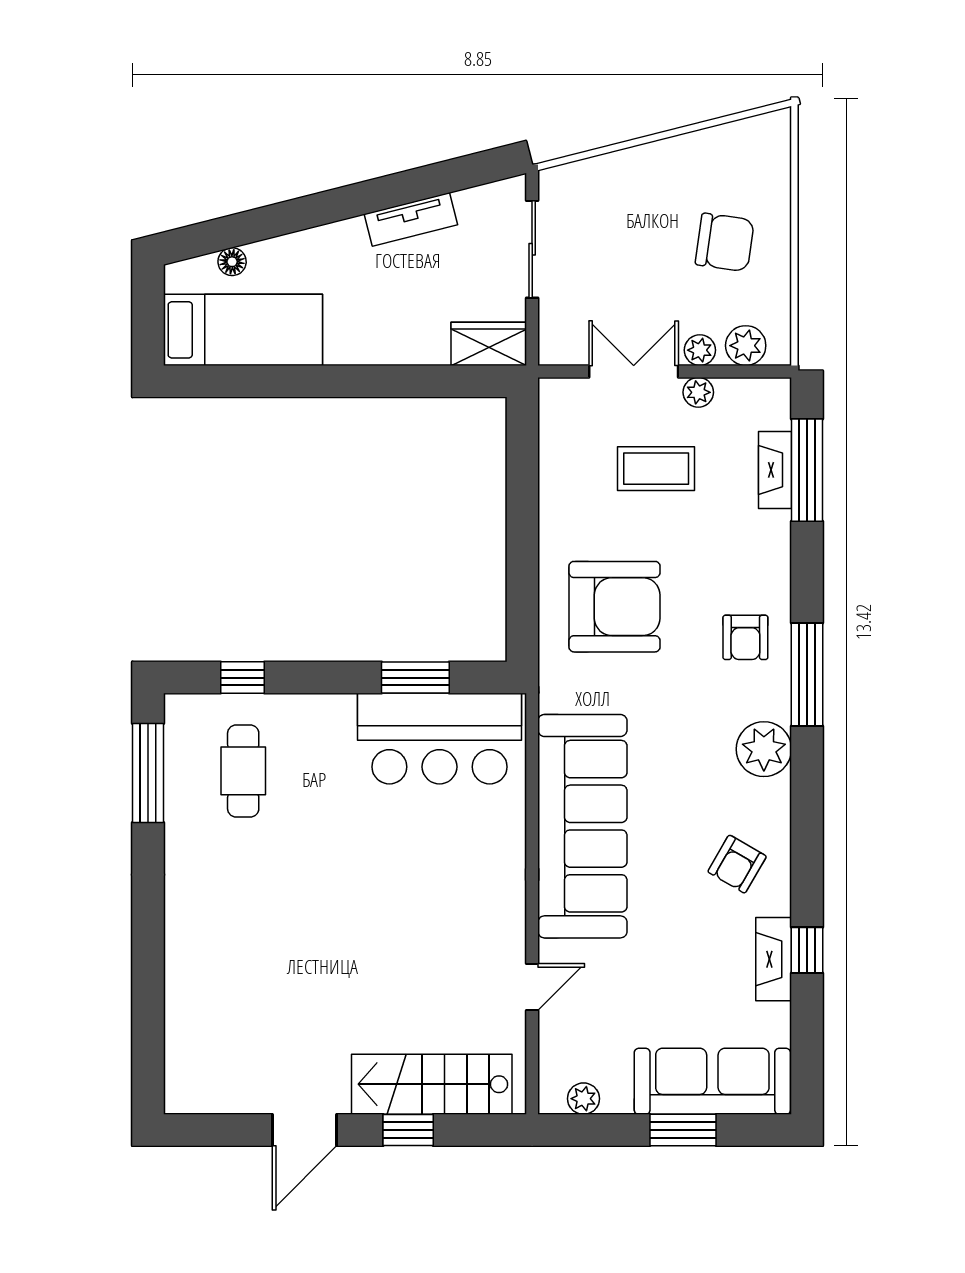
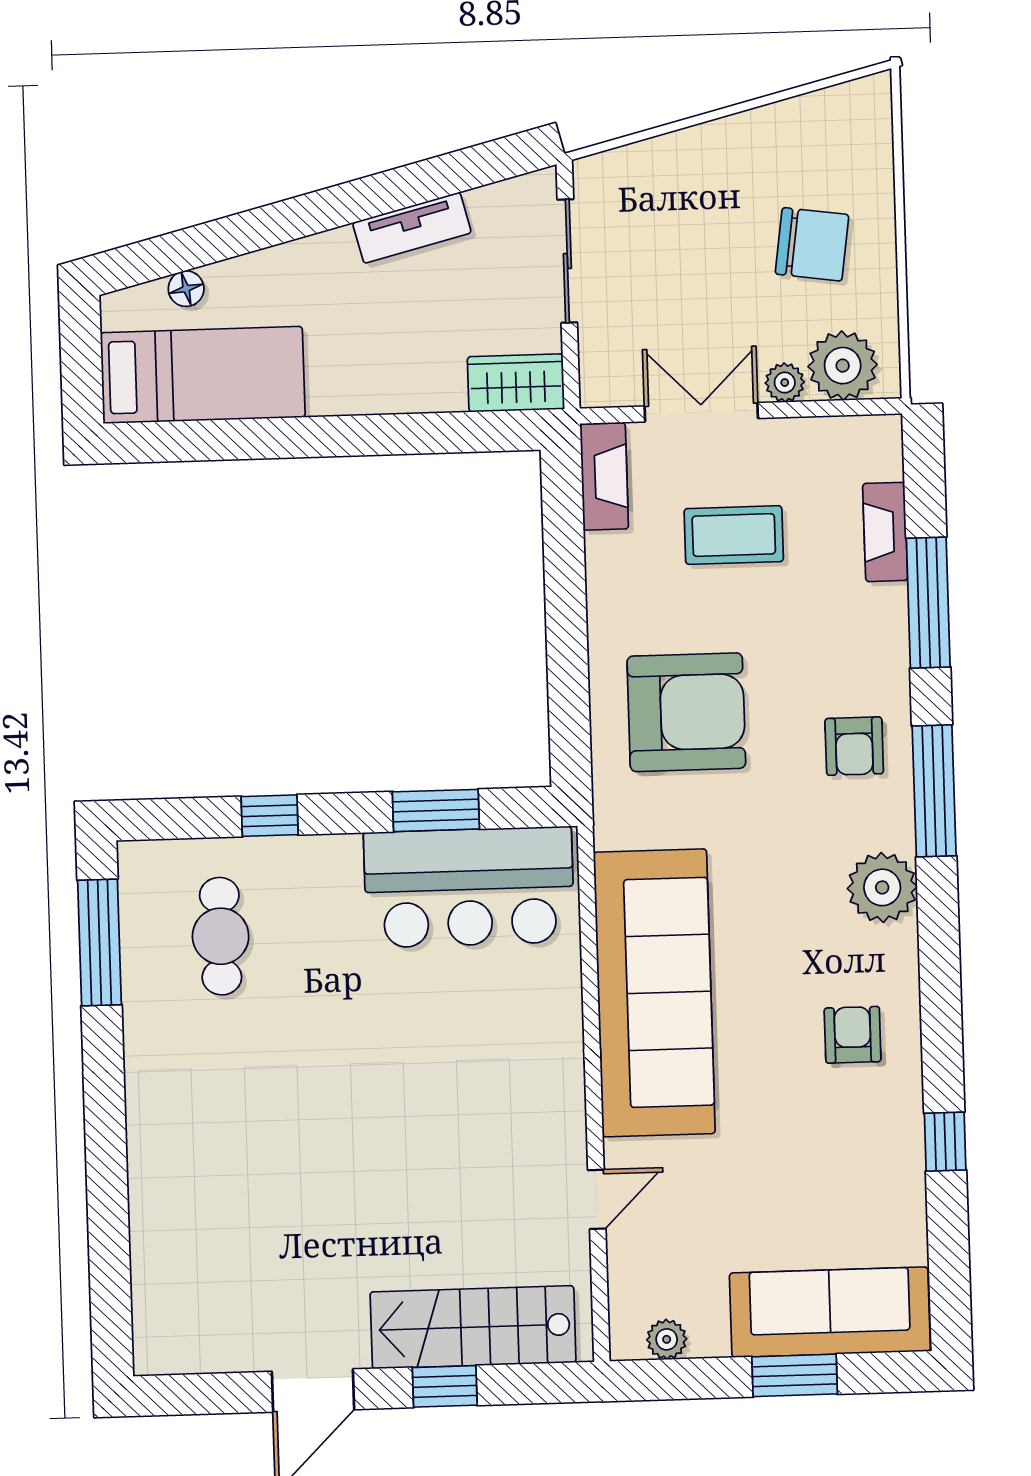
plant: (746, 346) -> (843, 366), width x1.36, depth x1.36
plant: (698, 392) -> (784, 436), removed
window: (807, 470) -> (928, 603), moved
window: (243, 678) -> (270, 816), moved
armchair: (737, 864) -> (853, 1035), turned 150
fireplace: (774, 959) -> (604, 477), moved, turned 180

